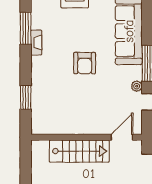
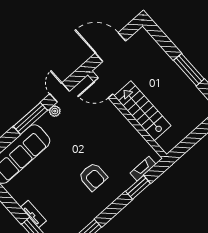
fireplace: (36, 43) -> (143, 169), moved
armchair: (85, 63) -> (93, 177), moved, turned 90

